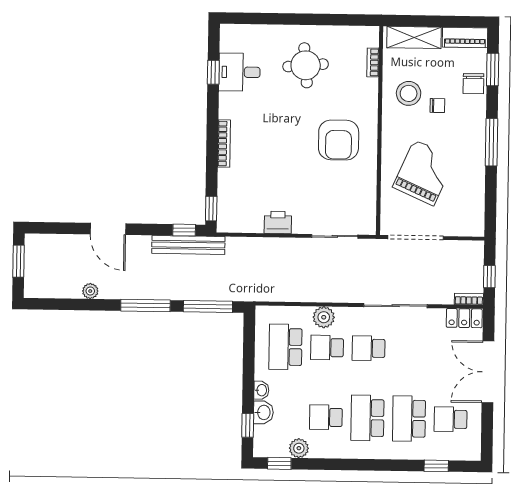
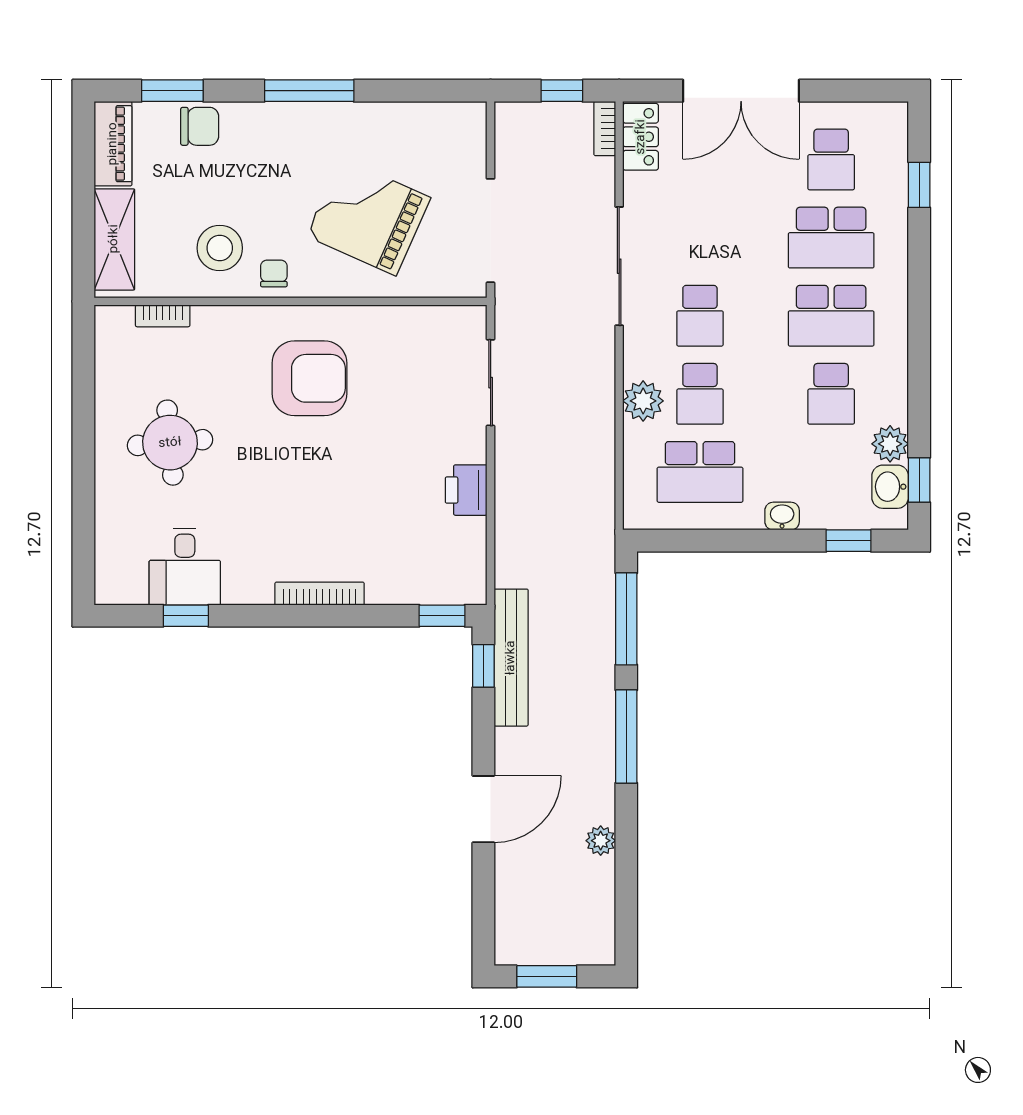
chair: (437, 105) -> (274, 273), moved
washbasin: (263, 412) -> (890, 487), moved, turned -90

